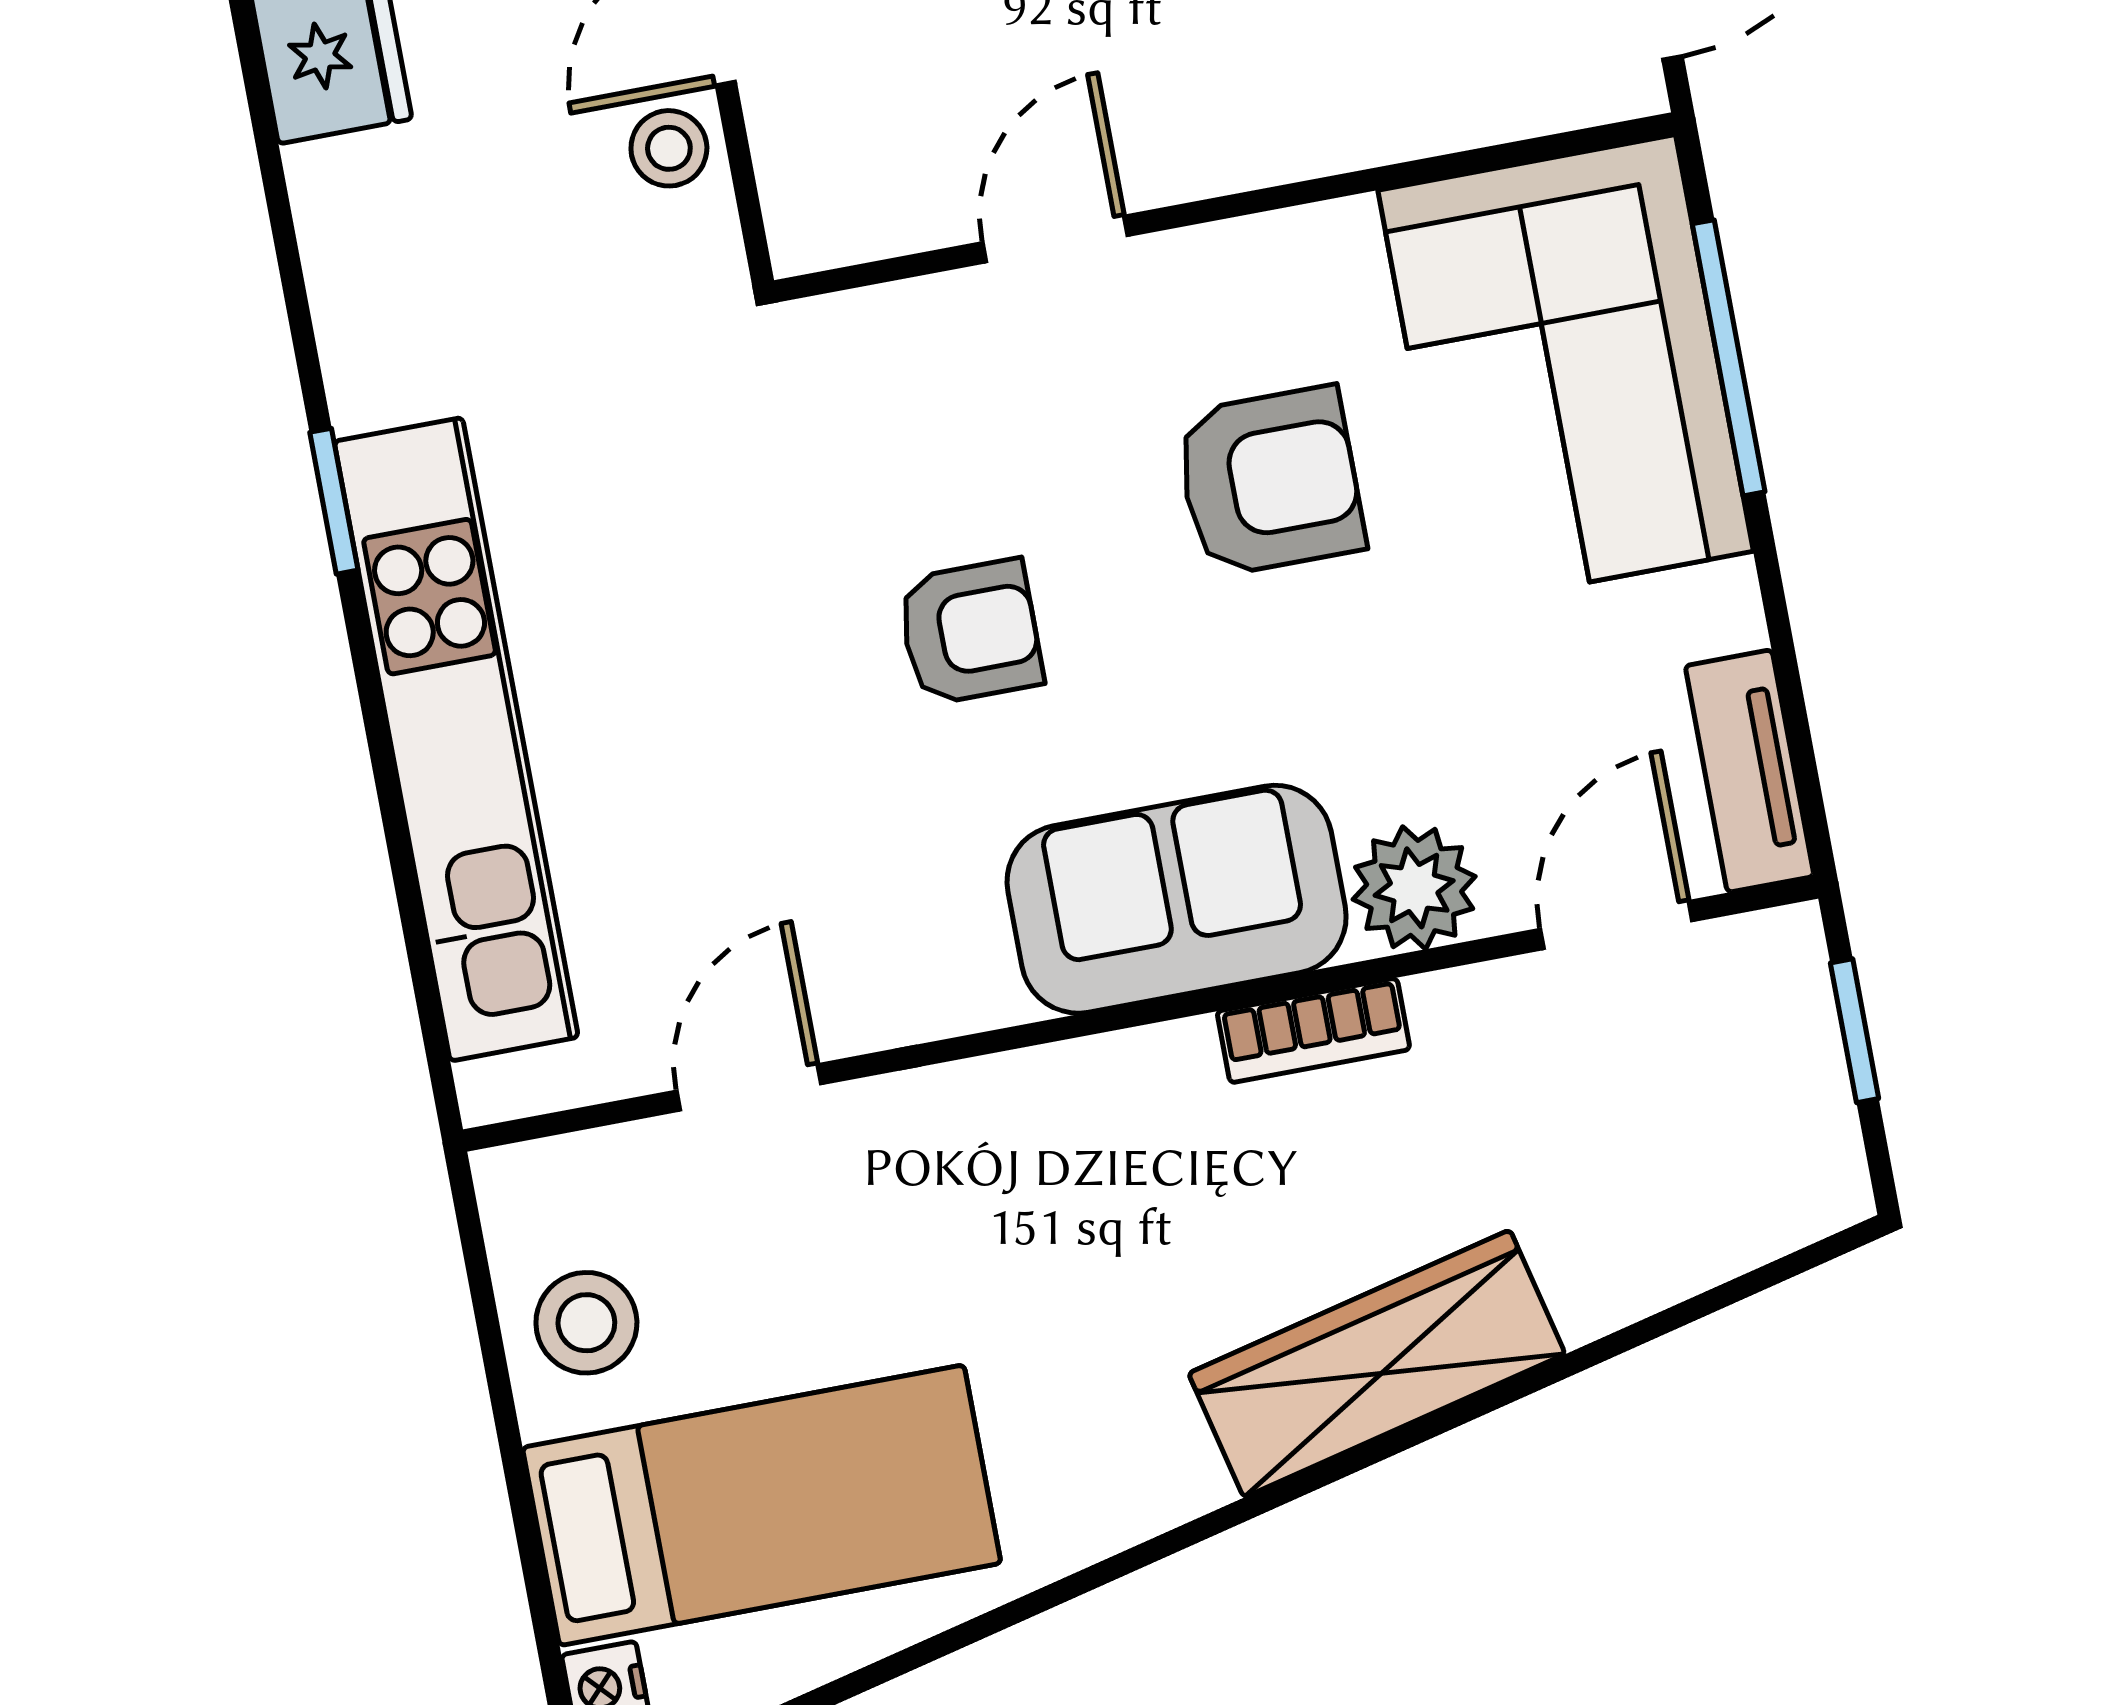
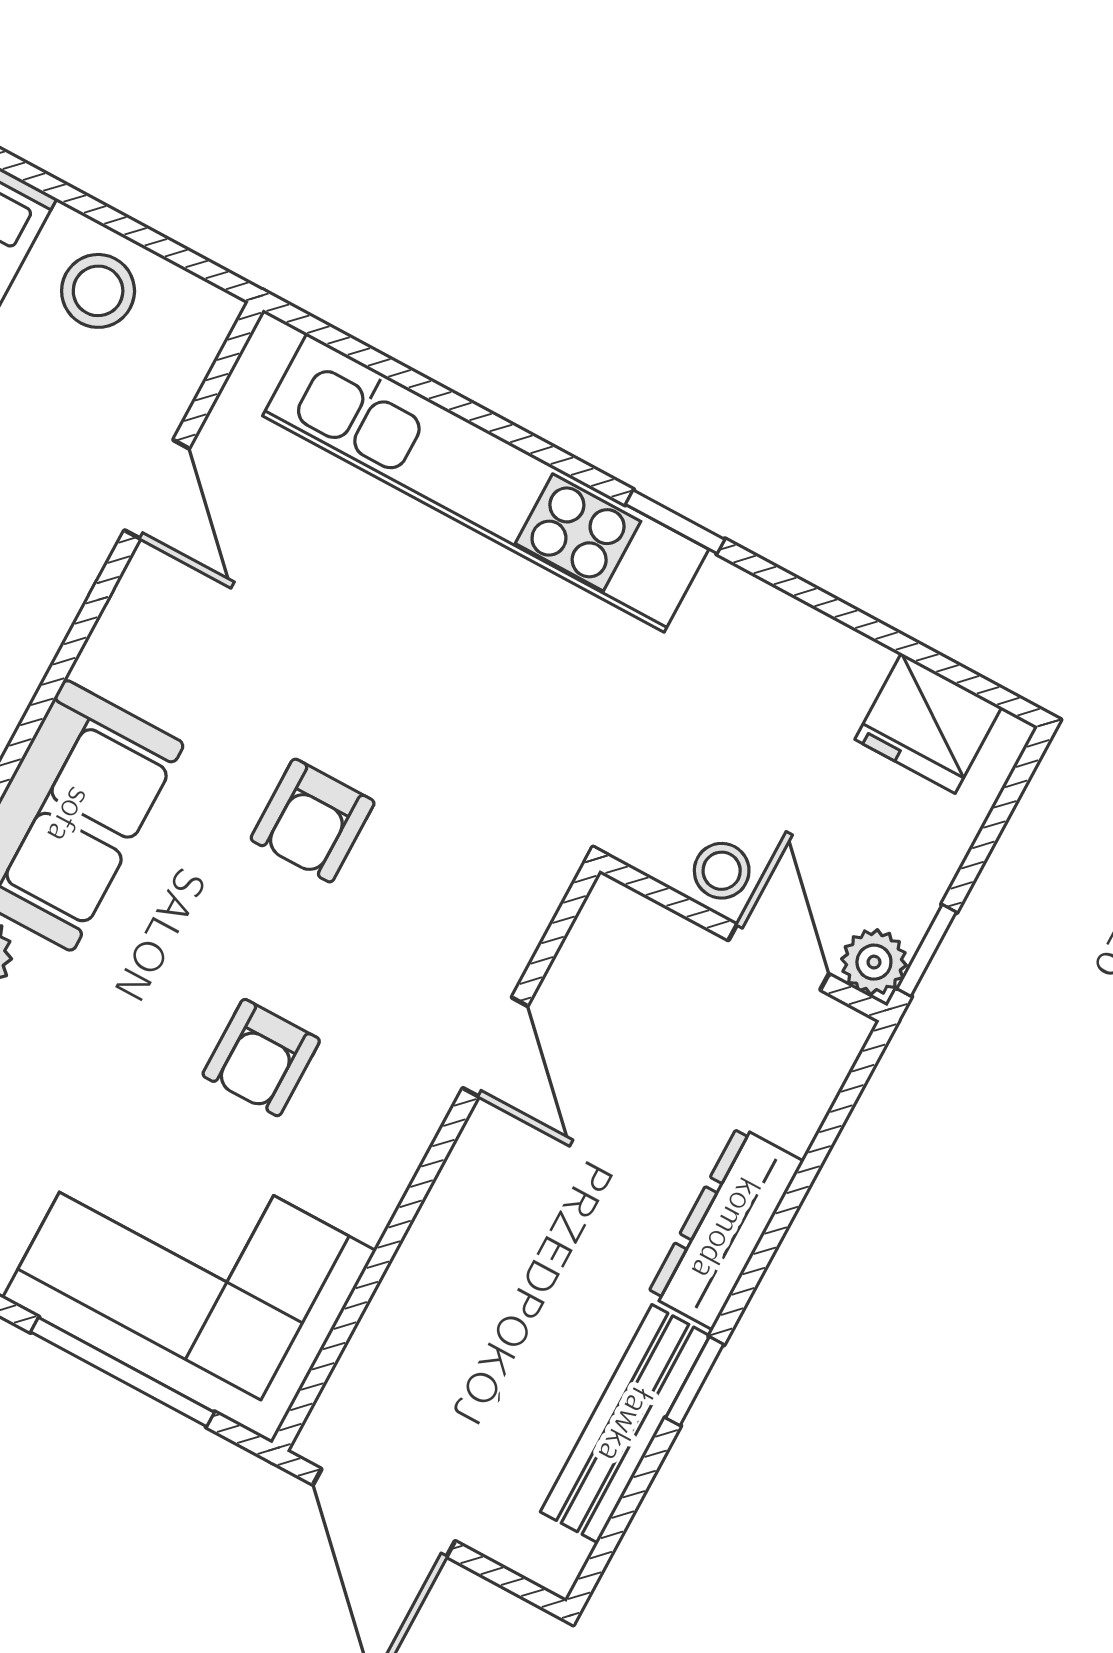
armchair: (1270, 482) -> (261, 1058), width x0.72, depth x0.72

